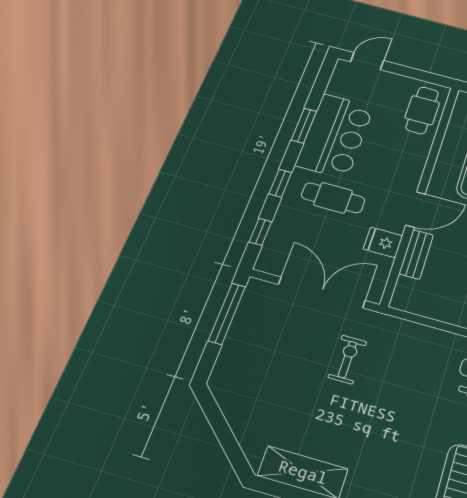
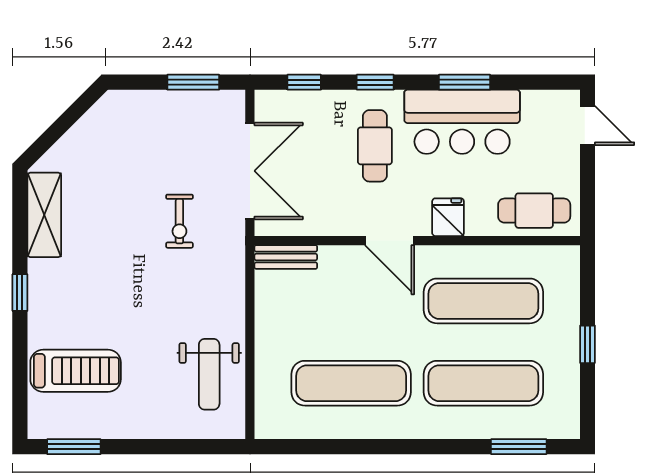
fridge: (383, 242) -> (448, 217), moved
bench: (416, 254) -> (286, 257), moved
window: (227, 314) -> (193, 82), width x0.69
exercise bike: (347, 359) -> (179, 221), turned 90

